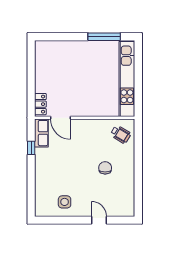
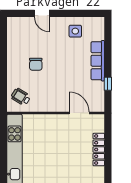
locker: (40, 104) -> (99, 150), moved, width x1.53
row of seats: (41, 133) -> (98, 61), moved, width x1.48

